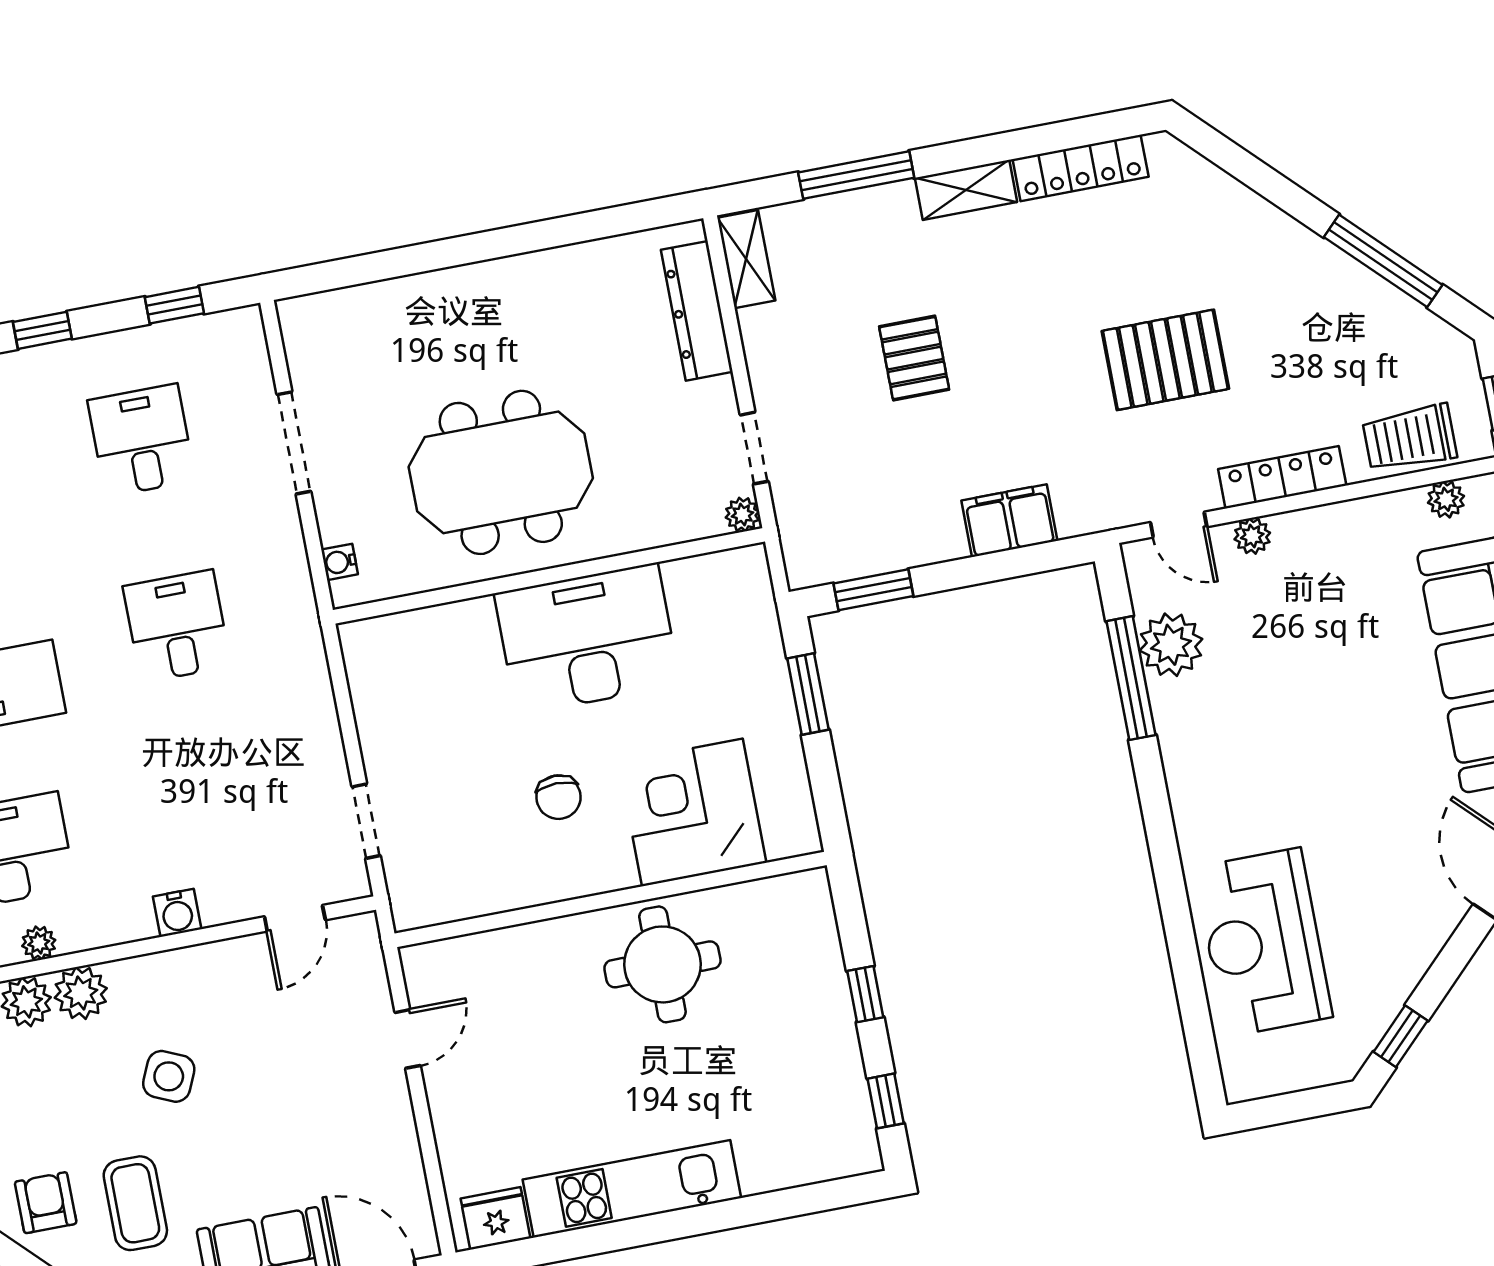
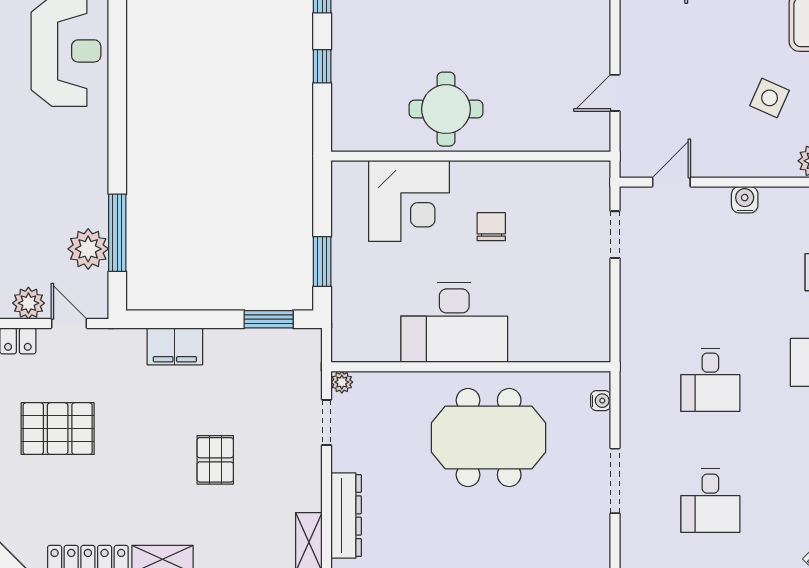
plant: (1252, 536) -> (28, 303), width x1.38, depth x1.38

